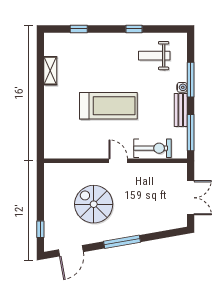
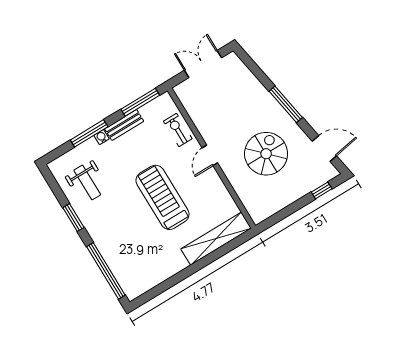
window: (79, 29) -> (106, 271), width x3.17
window: (134, 29) -> (73, 218), width x1.50
shelving: (50, 71) -> (216, 239), moved, width x2.20, depth x1.33
exercise bike: (152, 148) -> (178, 130), width x0.73, depth x0.72
spiral stairs: (94, 204) -> (266, 154), turned 180

